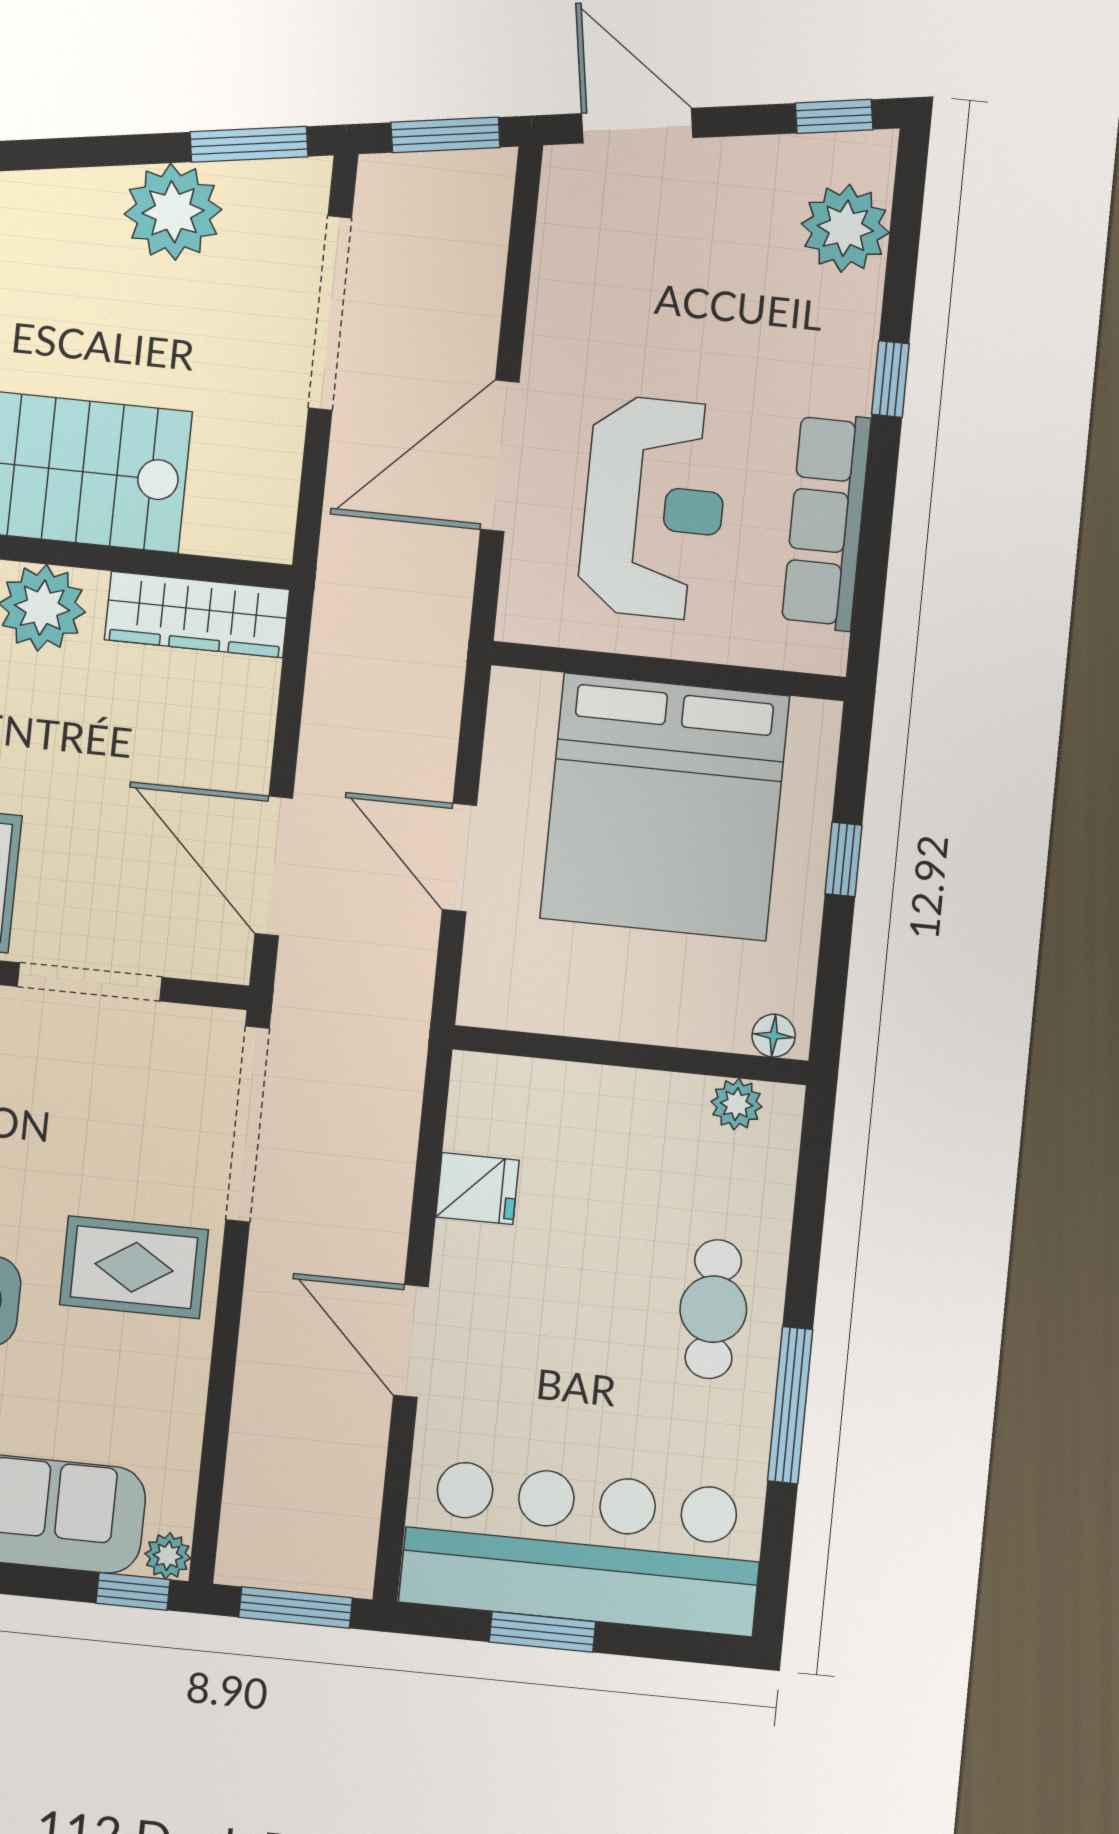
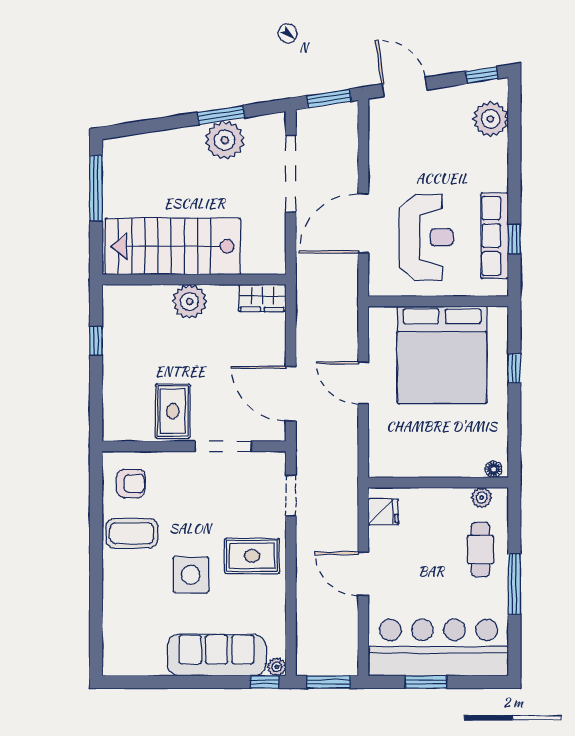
window: (249, 144) -> (221, 115), moved
window: (890, 379) -> (514, 239), moved
wardrobe: (197, 615) -> (262, 298), width x0.67
floor lamp: (774, 1036) -> (494, 469), moved
wall: (631, 1055) -> (438, 483), moved
plant: (737, 1104) -> (482, 498), moved
doorway: (247, 1124) -> (291, 496), width x0.53

